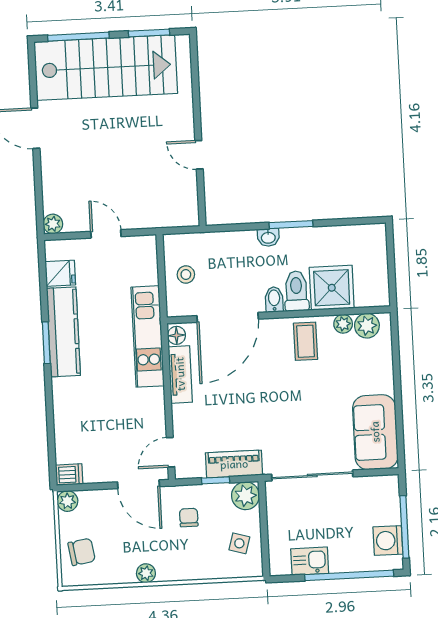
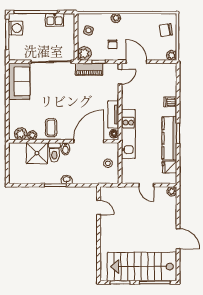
door: (199, 155) -> (99, 207), moved
dishwasher: (69, 475) -> (170, 102), moved
plant: (146, 573) -> (116, 18), moved

